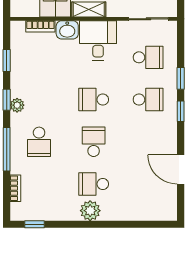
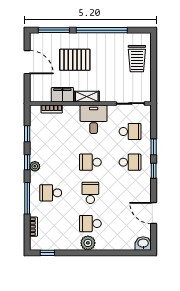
washbasin: (67, 30) -> (143, 244), moved, turned 180
school desk: (39, 142) -> (51, 193), turned 90

